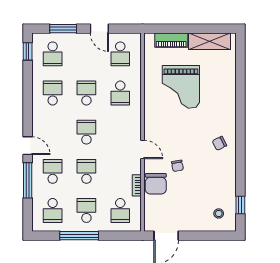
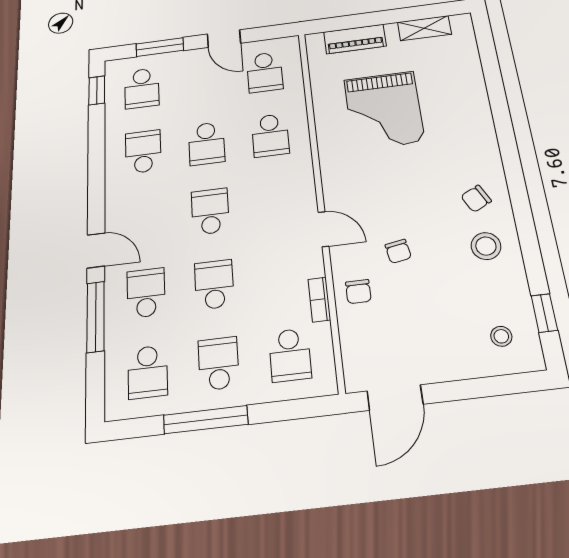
shelving: (210, 41) -> (424, 28), width x0.67, depth x0.75
school desk: (86, 93) -> (207, 143), turned 180
stool: (220, 169) -> (486, 246), added
chair: (156, 184) -> (358, 292), width x0.54, depth x0.54

